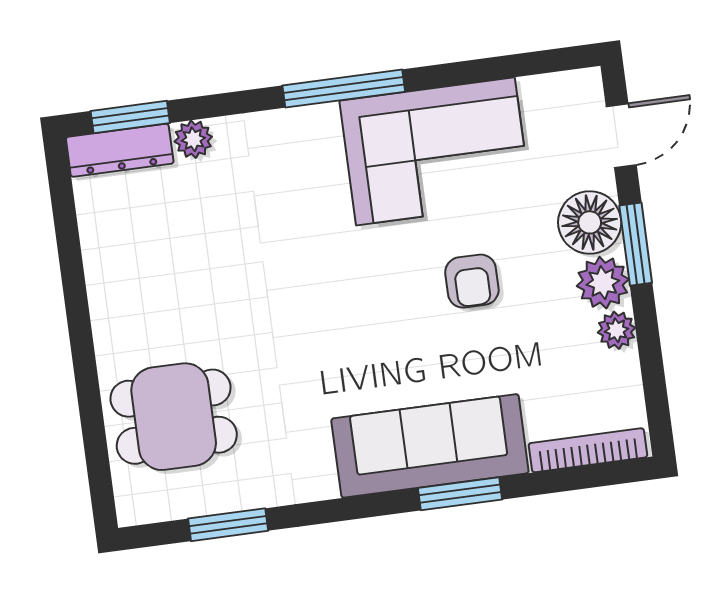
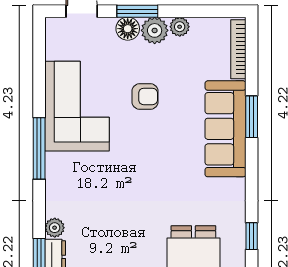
floor lamp: (590, 222) -> (128, 29), width x0.73, depth x0.73
window: (228, 525) -> (252, 236), width x0.67

